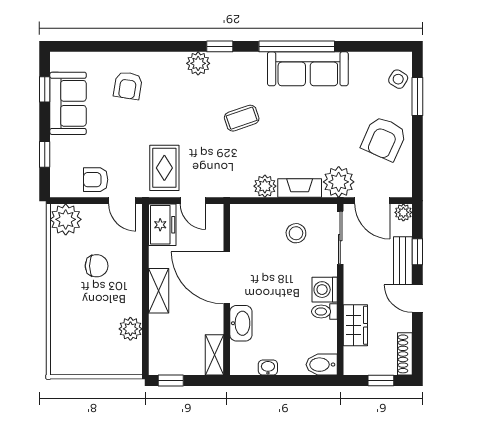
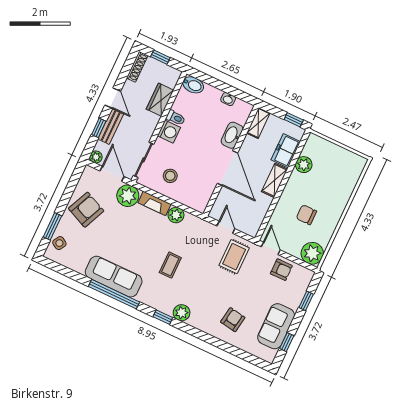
coffee table: (242, 118) -> (170, 265), turned -71
freezer: (162, 225) -> (286, 151), moved

